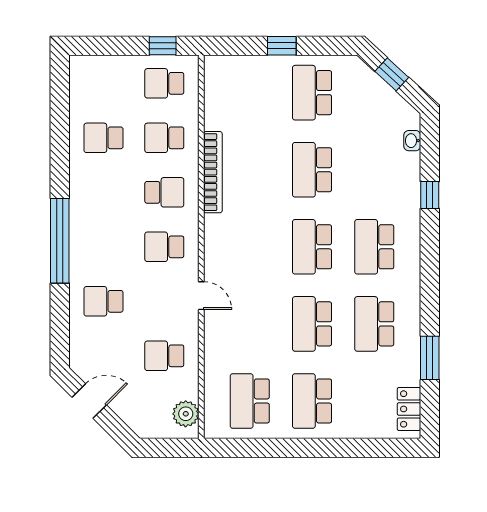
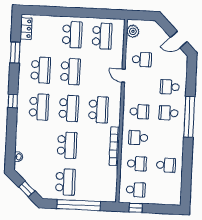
window: (282, 46) -> (79, 205), width x3.17
window: (430, 195) -> (13, 101), moved
school desk: (103, 247) -> (168, 113), added
school desk: (250, 247) -> (99, 110), added
door: (201, 296) -> (123, 76), moved
school desk: (103, 301) -> (170, 87), turned 180

